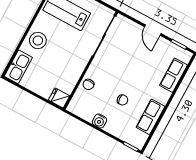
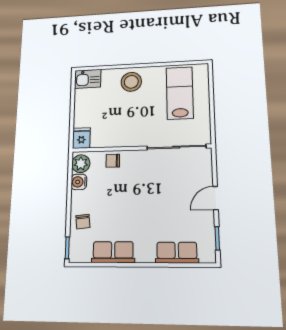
kitchen sink: (18, 67) -> (88, 79), width x0.73
chair: (123, 100) -> (83, 222), moved
plant: (78, 108) -> (81, 164), added
water cooler: (99, 121) -> (79, 182), moved

